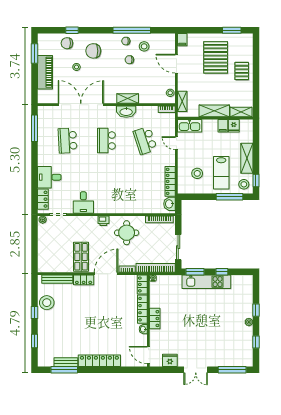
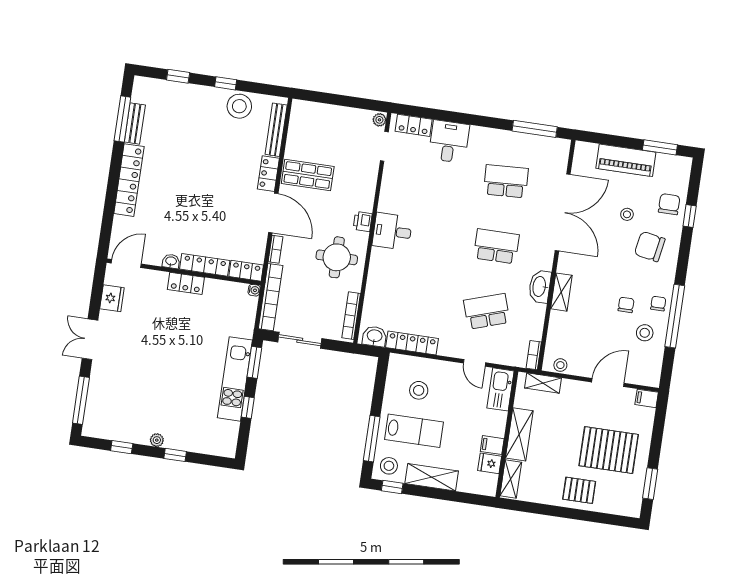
chair: (93, 51) -> (650, 247), turned -80
door: (176, 143) -> (474, 363), swing flipped
lab bench: (221, 173) -> (414, 431), turned 180
desk: (83, 202) -> (392, 231), moved

